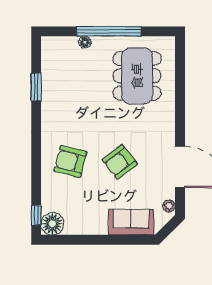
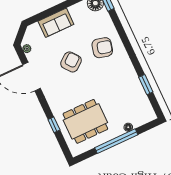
dining table: (137, 76) -> (85, 121), turned 90
window: (180, 91) -> (54, 125), added
sofa: (131, 222) -> (56, 23), moved

